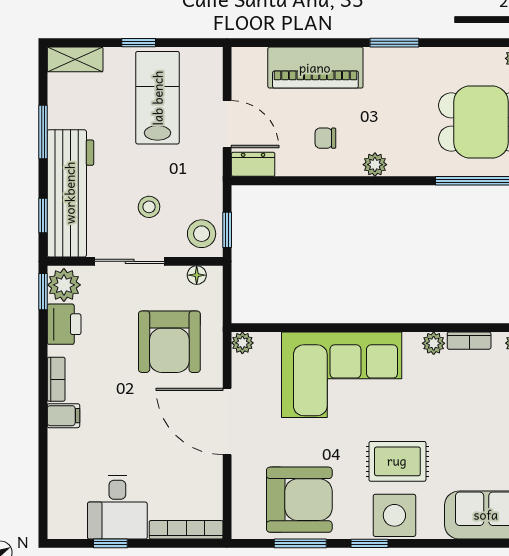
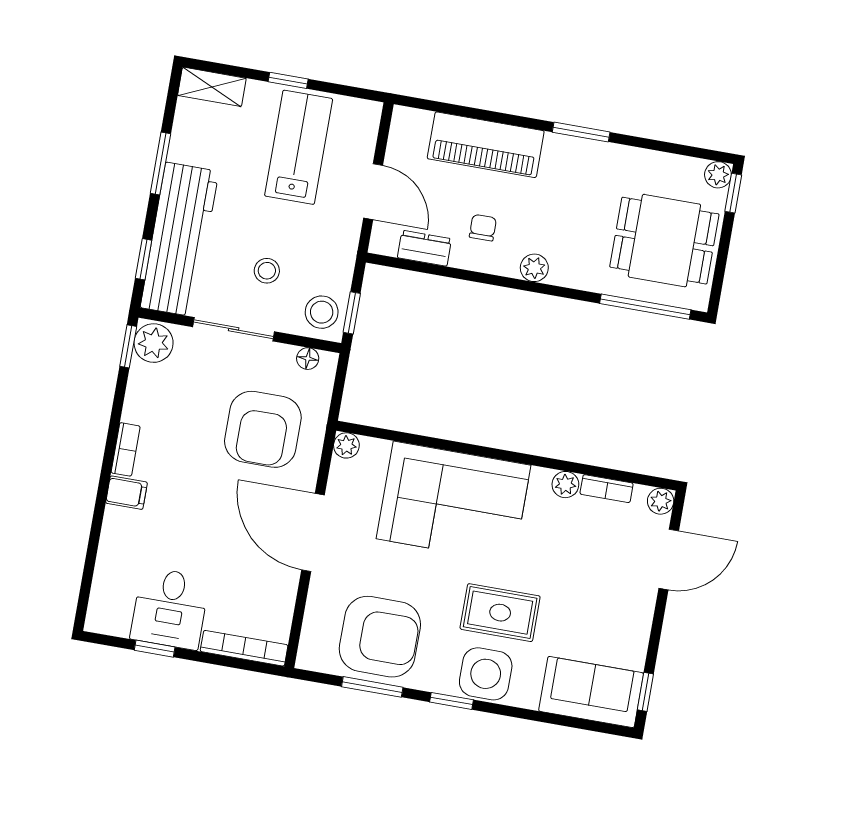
chair: (325, 138) -> (483, 228), turned 90
dresser: (253, 164) -> (424, 248), moved
printer: (64, 324) -> (146, 388), removed

